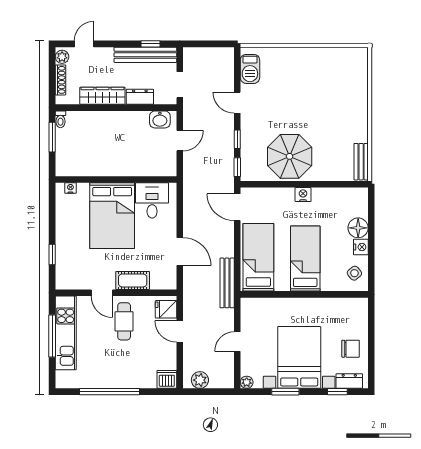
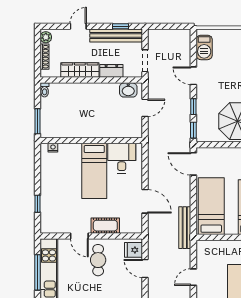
door: (84, 44) -> (78, 26), moved
window: (52, 137) -> (37, 121), moved
bed: (112, 216) -> (94, 171), width x0.67

